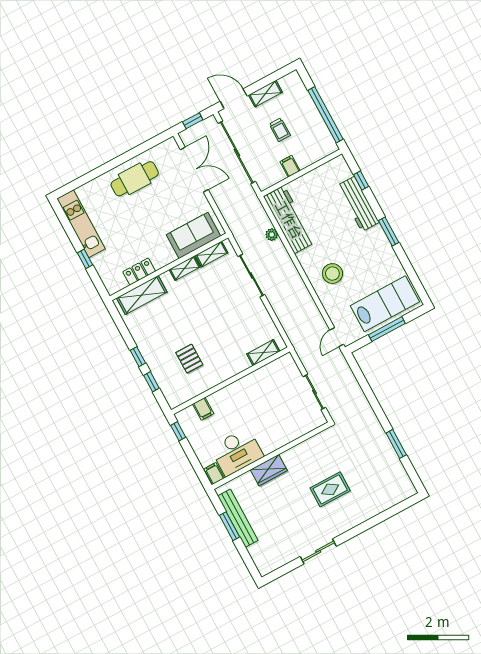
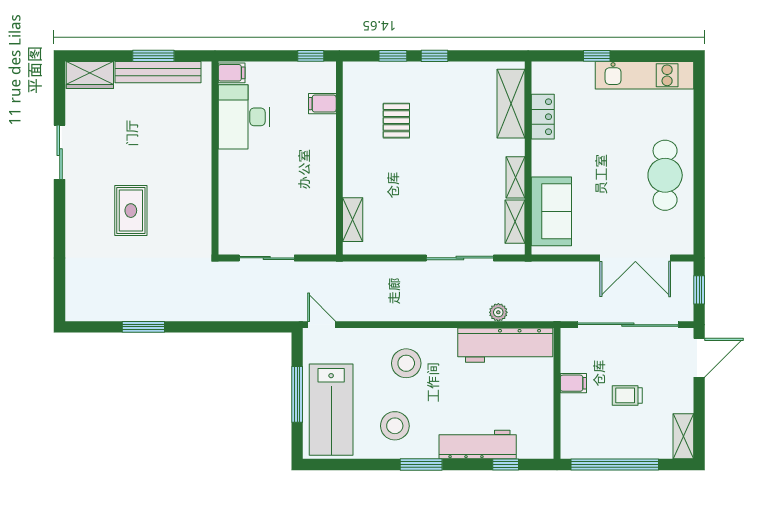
shelving: (265, 94) -> (683, 436), moved
stool: (374, 260) -> (395, 426), added
pallet: (189, 359) -> (396, 121), turned 90
wardrobe: (269, 470) -> (90, 75), moved, turned -90

